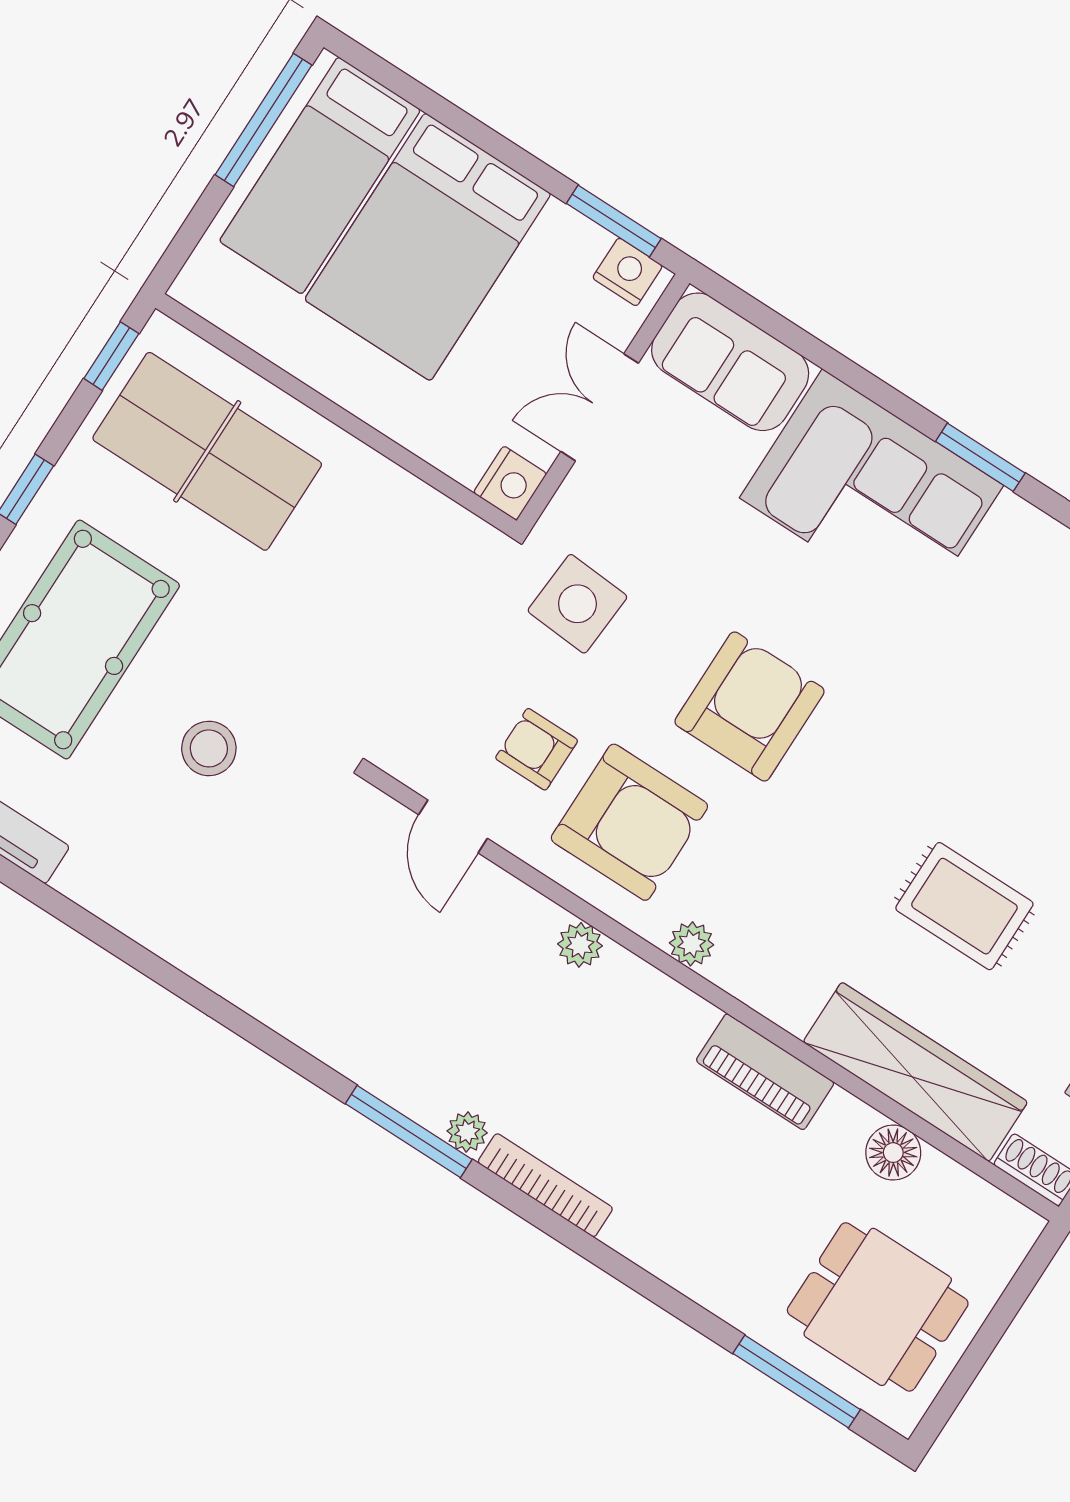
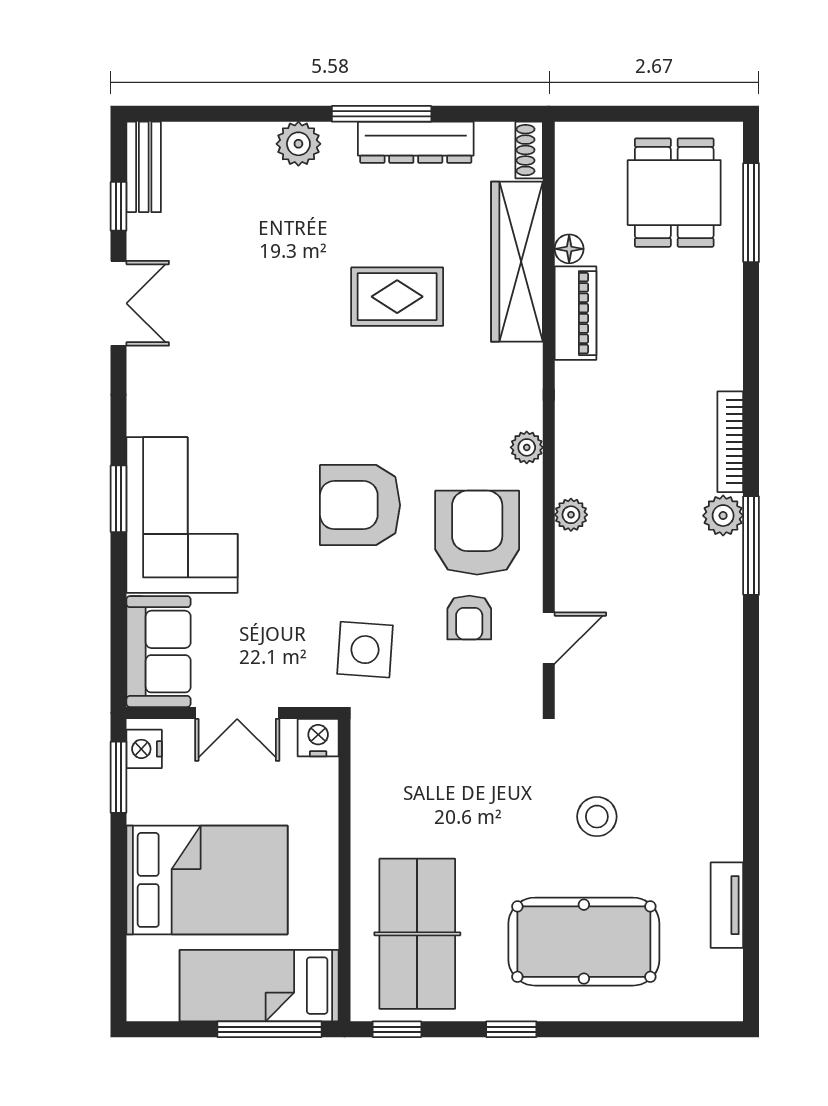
window: (264, 120) -> (269, 1029), moved
bed: (320, 175) -> (259, 986), moved, turned 180
window: (980, 457) -> (119, 499), moved
rug: (964, 906) -> (397, 297), turned 90
piano: (765, 1072) -> (576, 313), moved
plant: (467, 1132) -> (723, 516), width x1.38, depth x1.38
floor lamp: (893, 1153) -> (569, 249), width x0.73, depth x0.73

